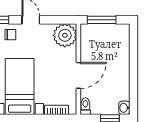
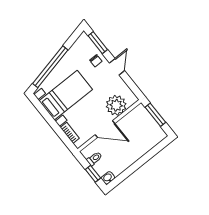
plant: (65, 35) -> (116, 105), moved
toilet: (85, 106) -> (94, 159), moved

